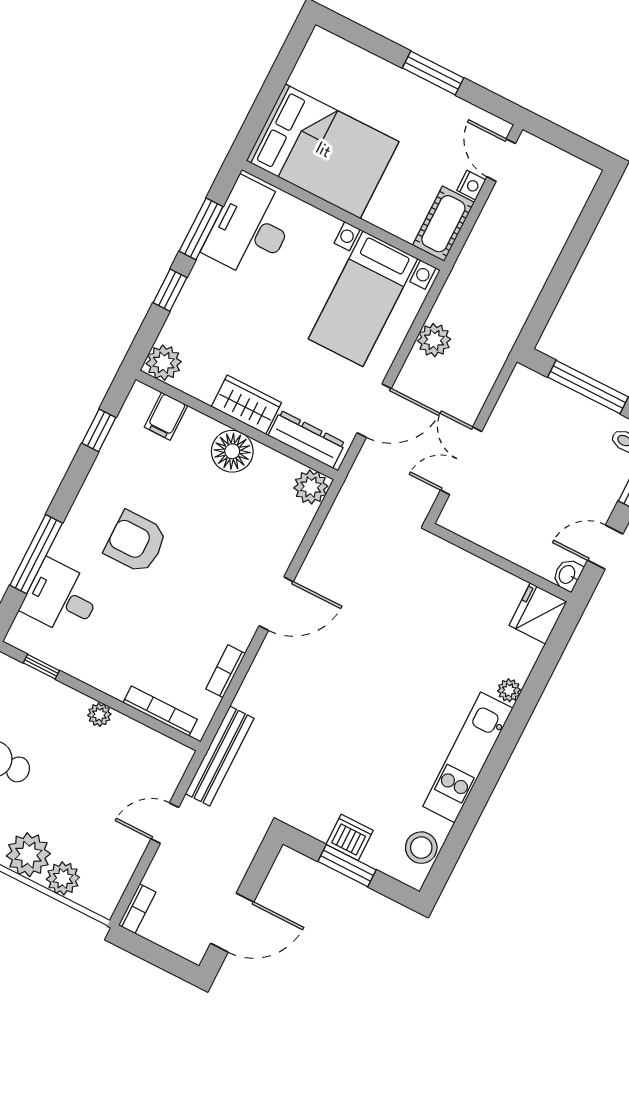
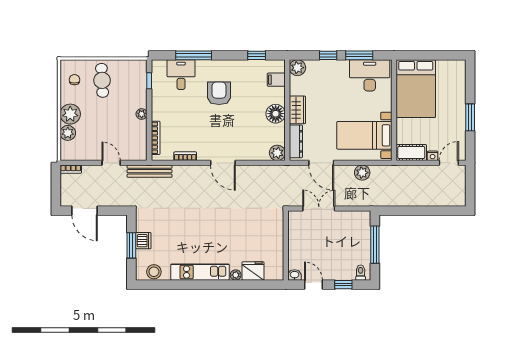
fridge: (538, 613) -> (253, 271), moved

